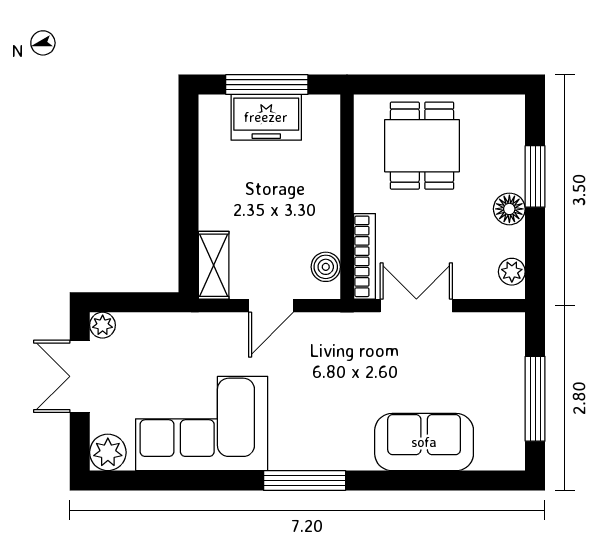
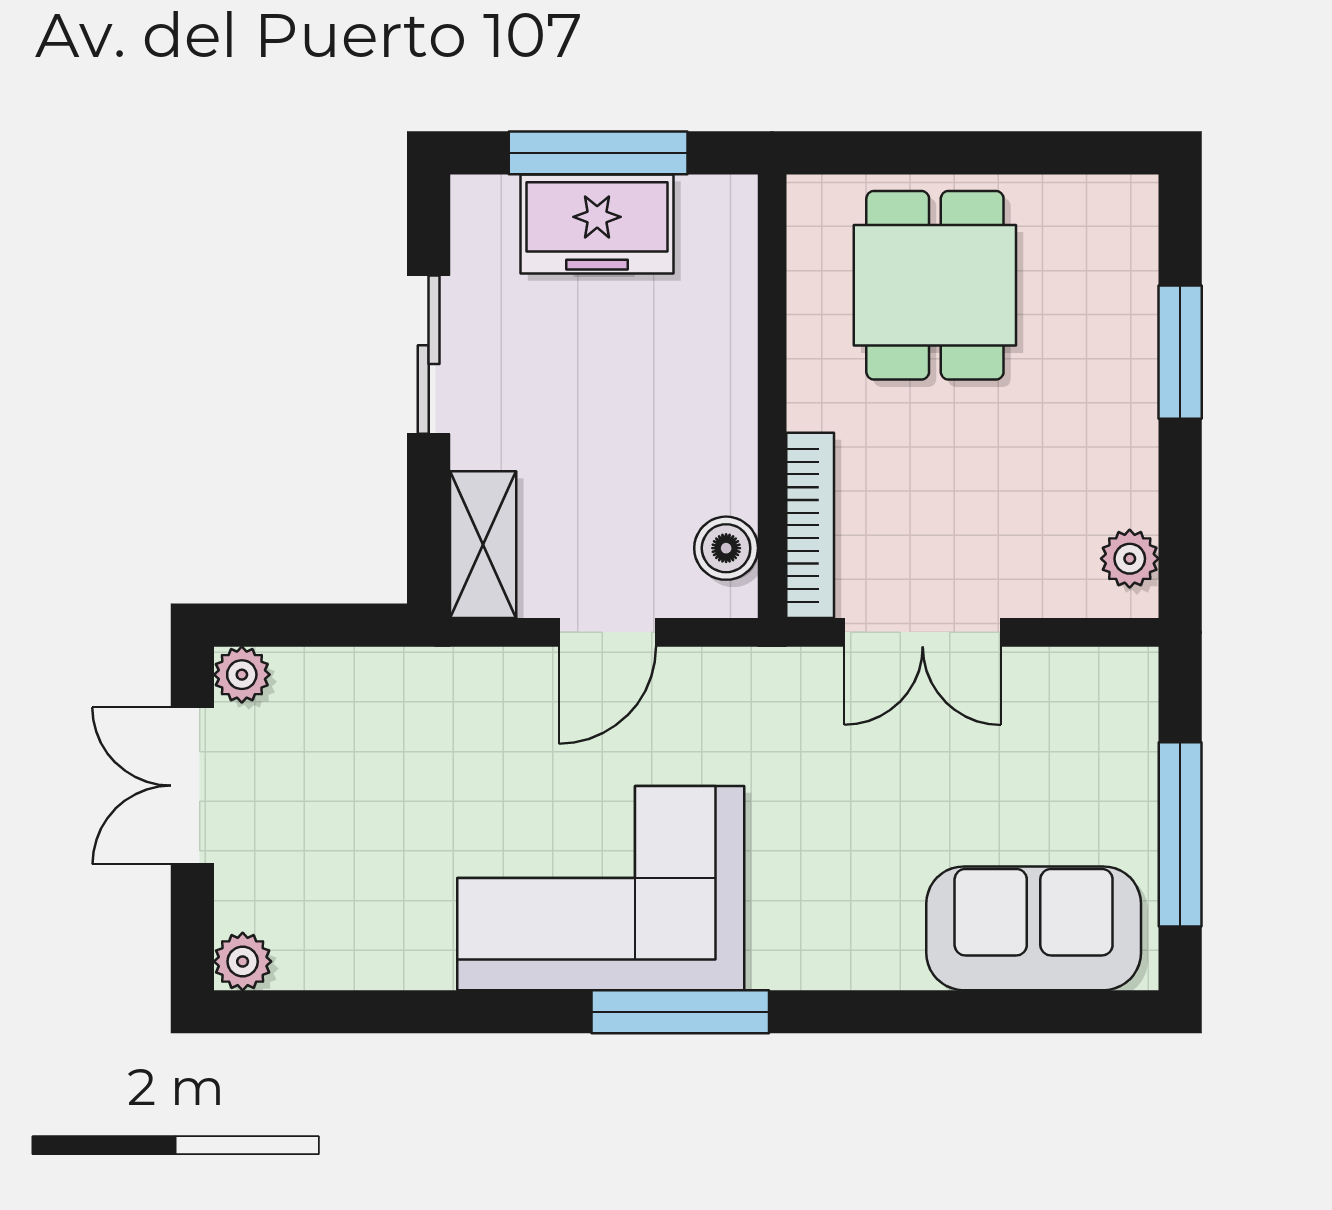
sliding door: (189, 178) -> (429, 355), added
floor lamp: (509, 209) -> (1124, 423), removed
double door: (416, 306) -> (923, 632), swing flipped
corner sofa: (202, 423) -> (601, 888), moved
sofa: (424, 442) -> (1034, 928), moved
plant: (108, 452) -> (243, 961), width x0.73, depth x0.73

